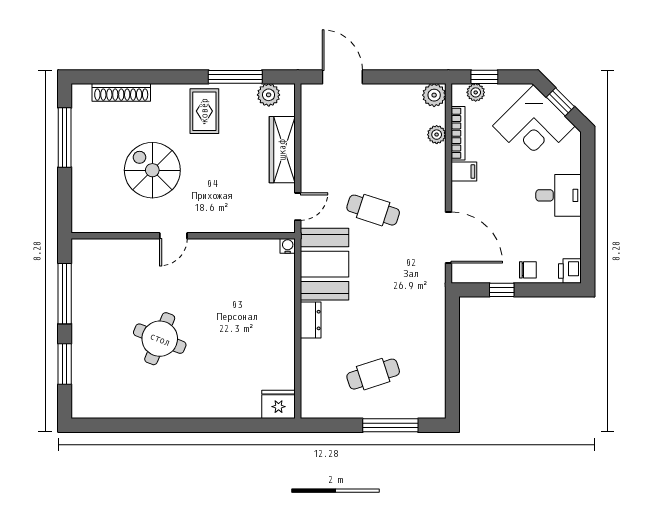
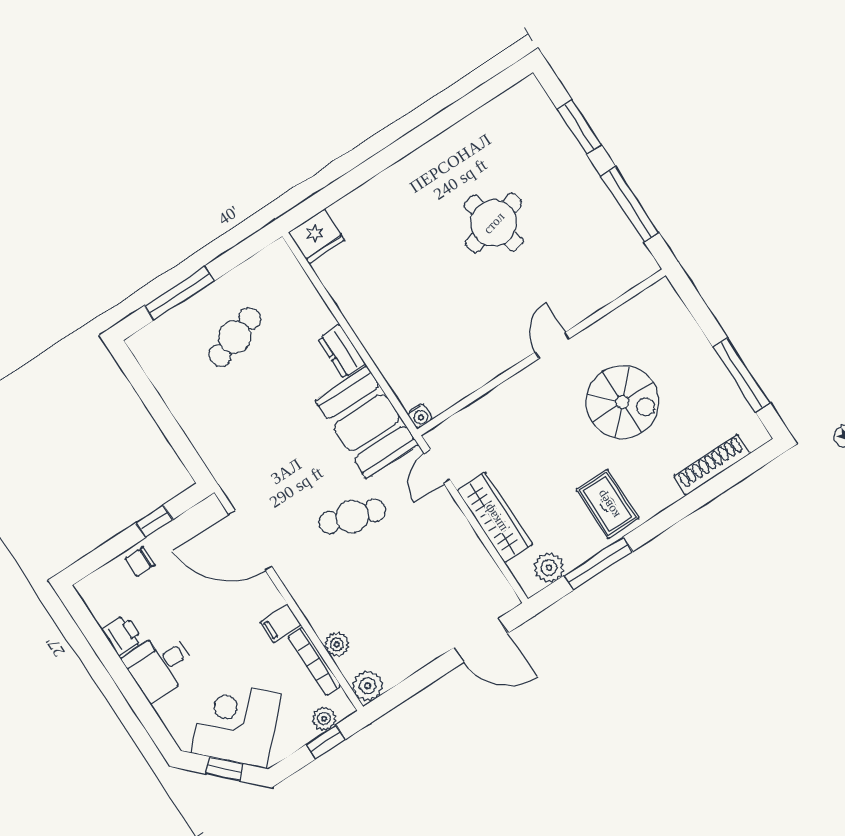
printer: (570, 271) -> (122, 635), moved
round table: (160, 339) -> (494, 223), turned -36

